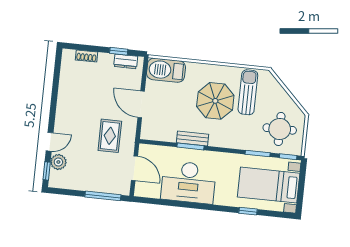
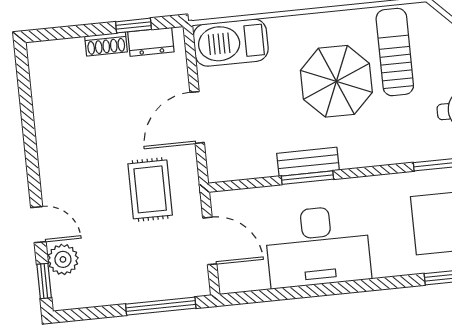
shoe rack: (86, 56) -> (106, 44), moved
door: (141, 104) -> (197, 117), hinge flipped
door: (50, 142) -> (38, 225), hinge flipped

